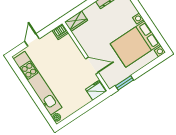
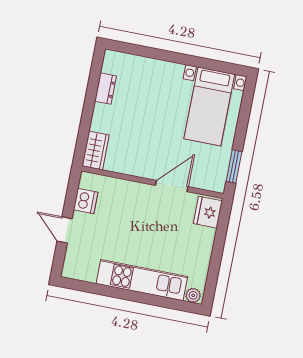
dishwasher: (60, 31) -> (86, 201), moved
bed with nightstands: (135, 44) -> (209, 107), width x0.73
kitchen unit: (37, 83) -> (142, 280), width x0.73

